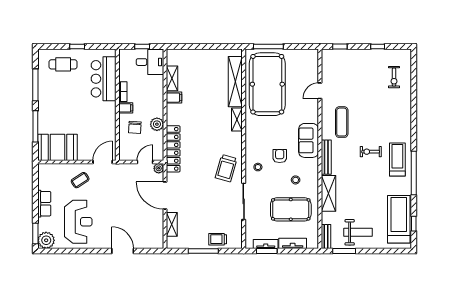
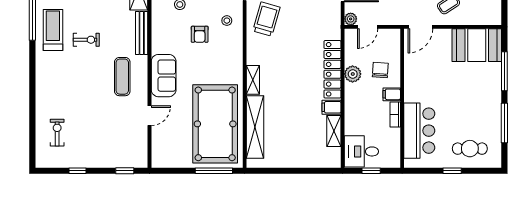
sofa: (309, 140) -> (164, 76), moved
locker: (173, 149) -> (332, 69), moved
treadmill: (397, 160) -> (53, 30), turned 180

